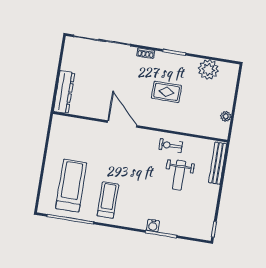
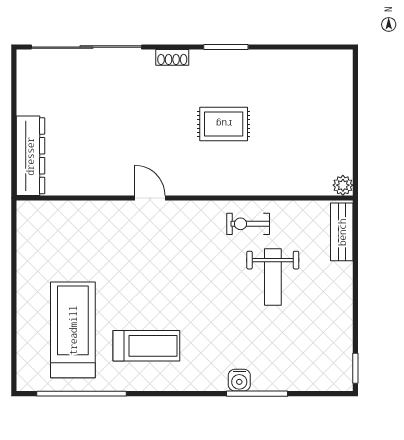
plant: (208, 70) -> (296, 69), removed
plant: (226, 116) -> (343, 185), moved
door: (122, 124) -> (150, 198), width x0.53
bench: (218, 163) -> (342, 232), width x0.73
treadmill: (108, 200) -> (146, 346), turned 90

